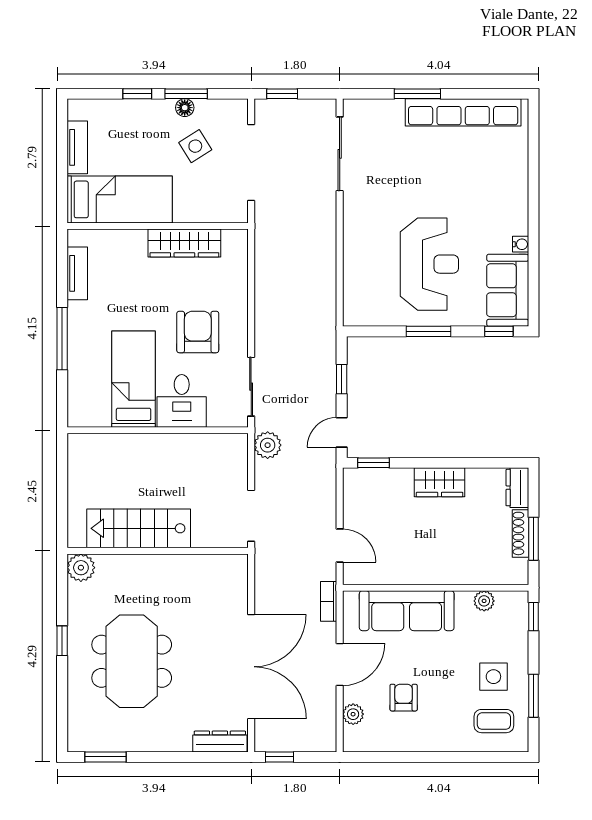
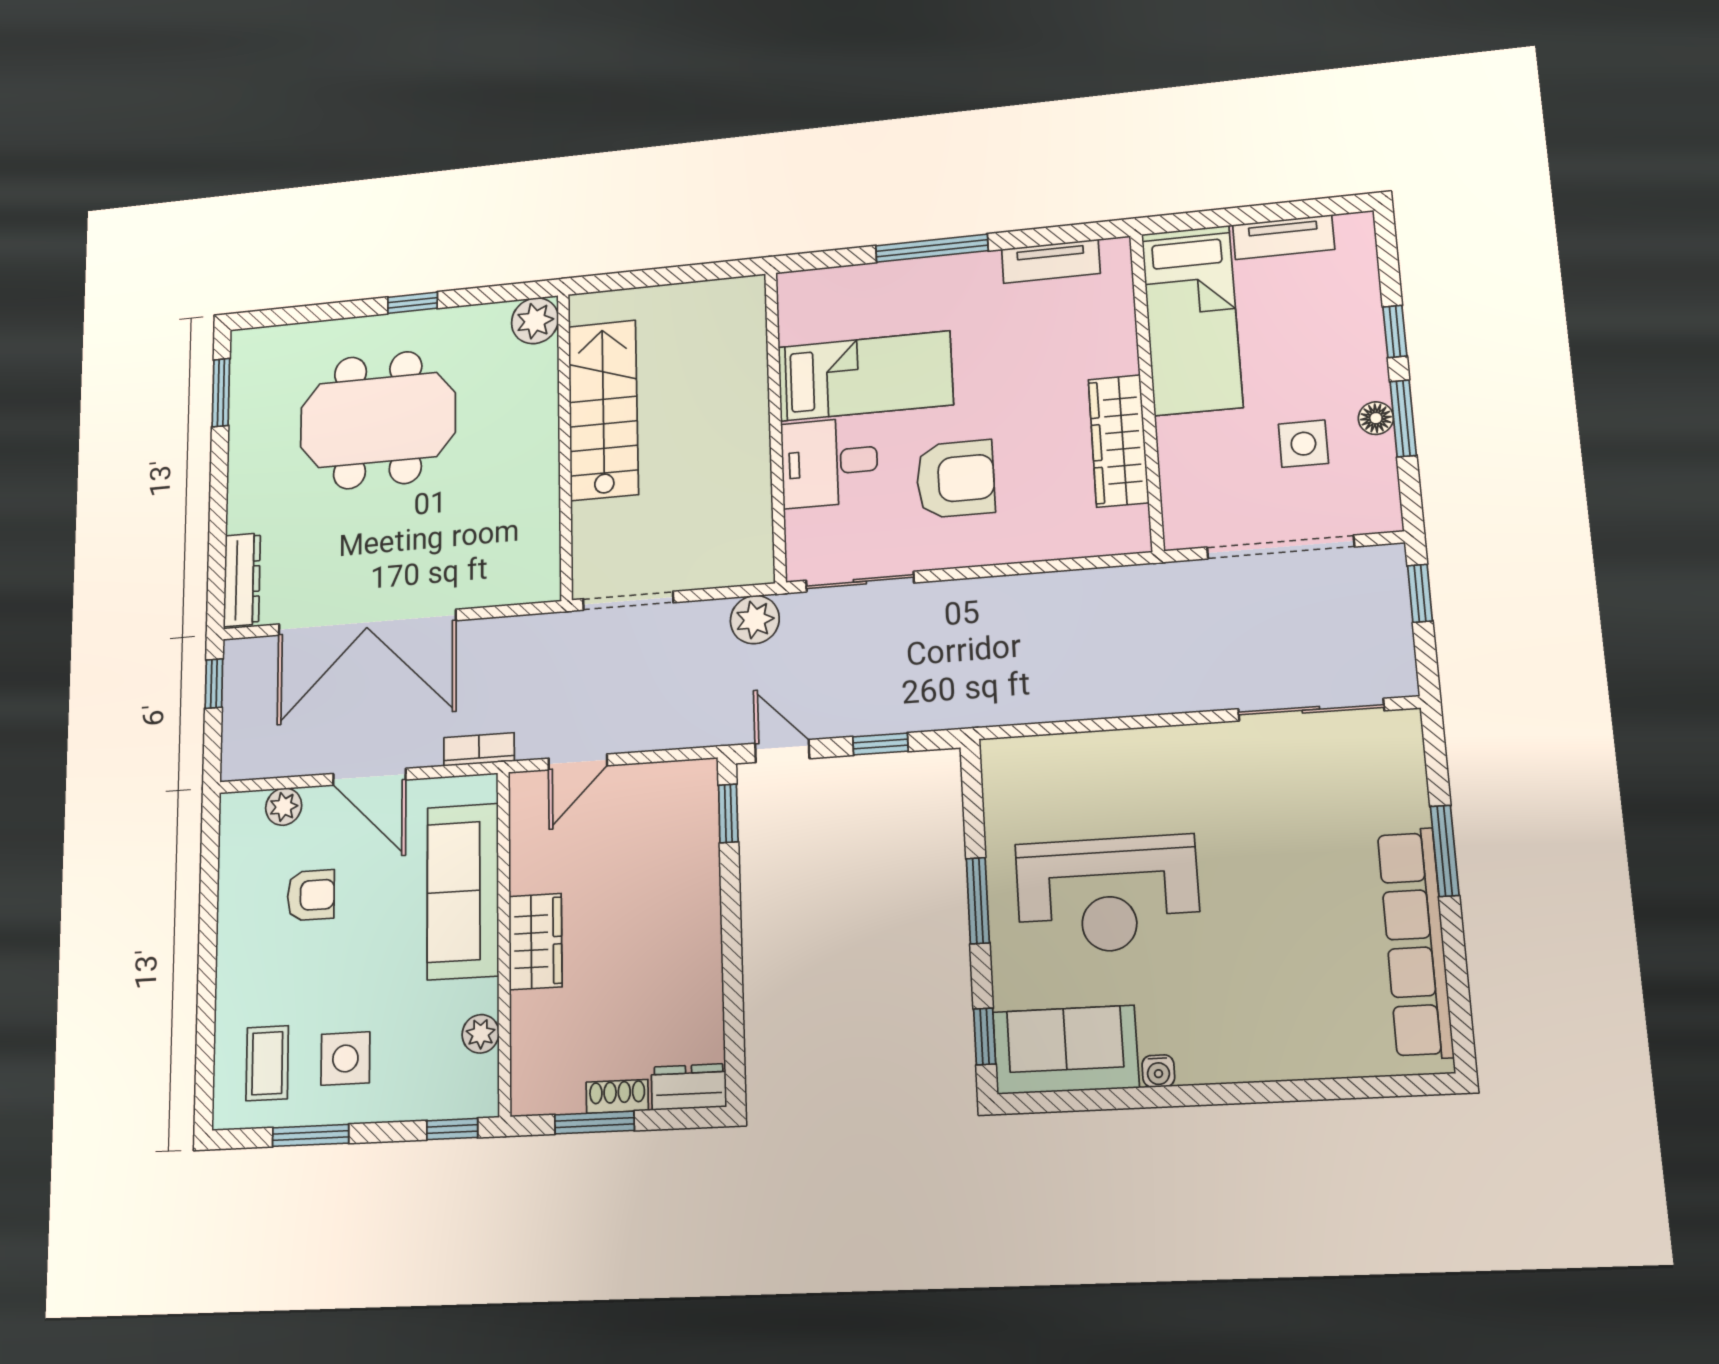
side table: (195, 146) -> (1303, 444), turned 32
wardrobe: (440, 482) -> (535, 941), moved, turned 180
shoe rack: (520, 533) -> (617, 1096), width x0.70

